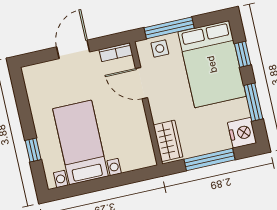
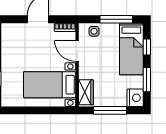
window: (169, 28) -> (116, 19), moved
bed: (212, 64) -> (131, 49), width x0.67
bed with nightstands: (81, 142) -> (50, 85), moved, turned -90

